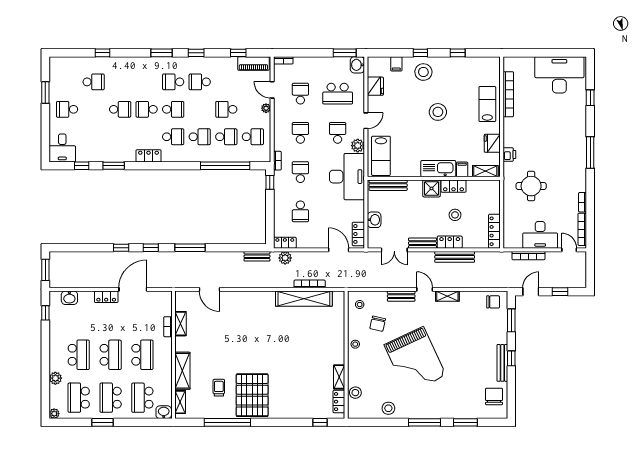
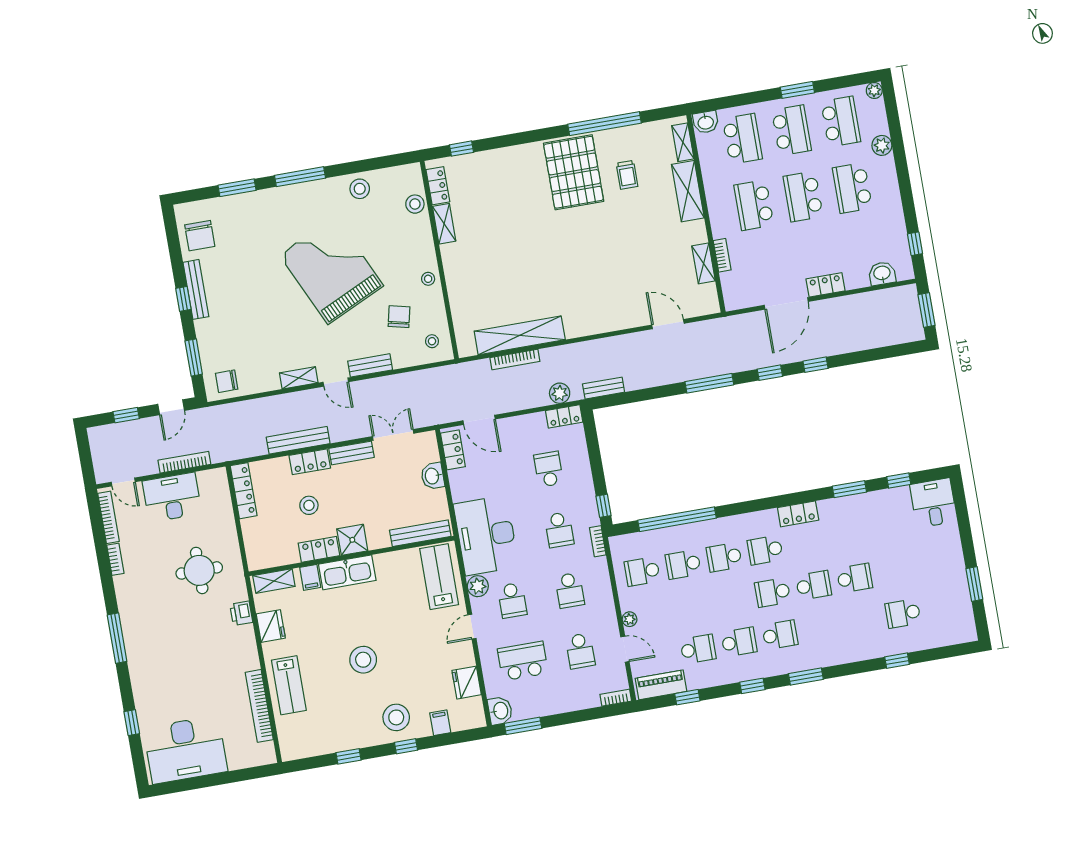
school desk: (67, 109) -> (937, 564), removed
school desk: (120, 109) -> (855, 578), turned 180
school desk: (226, 109) -> (698, 649), moved

